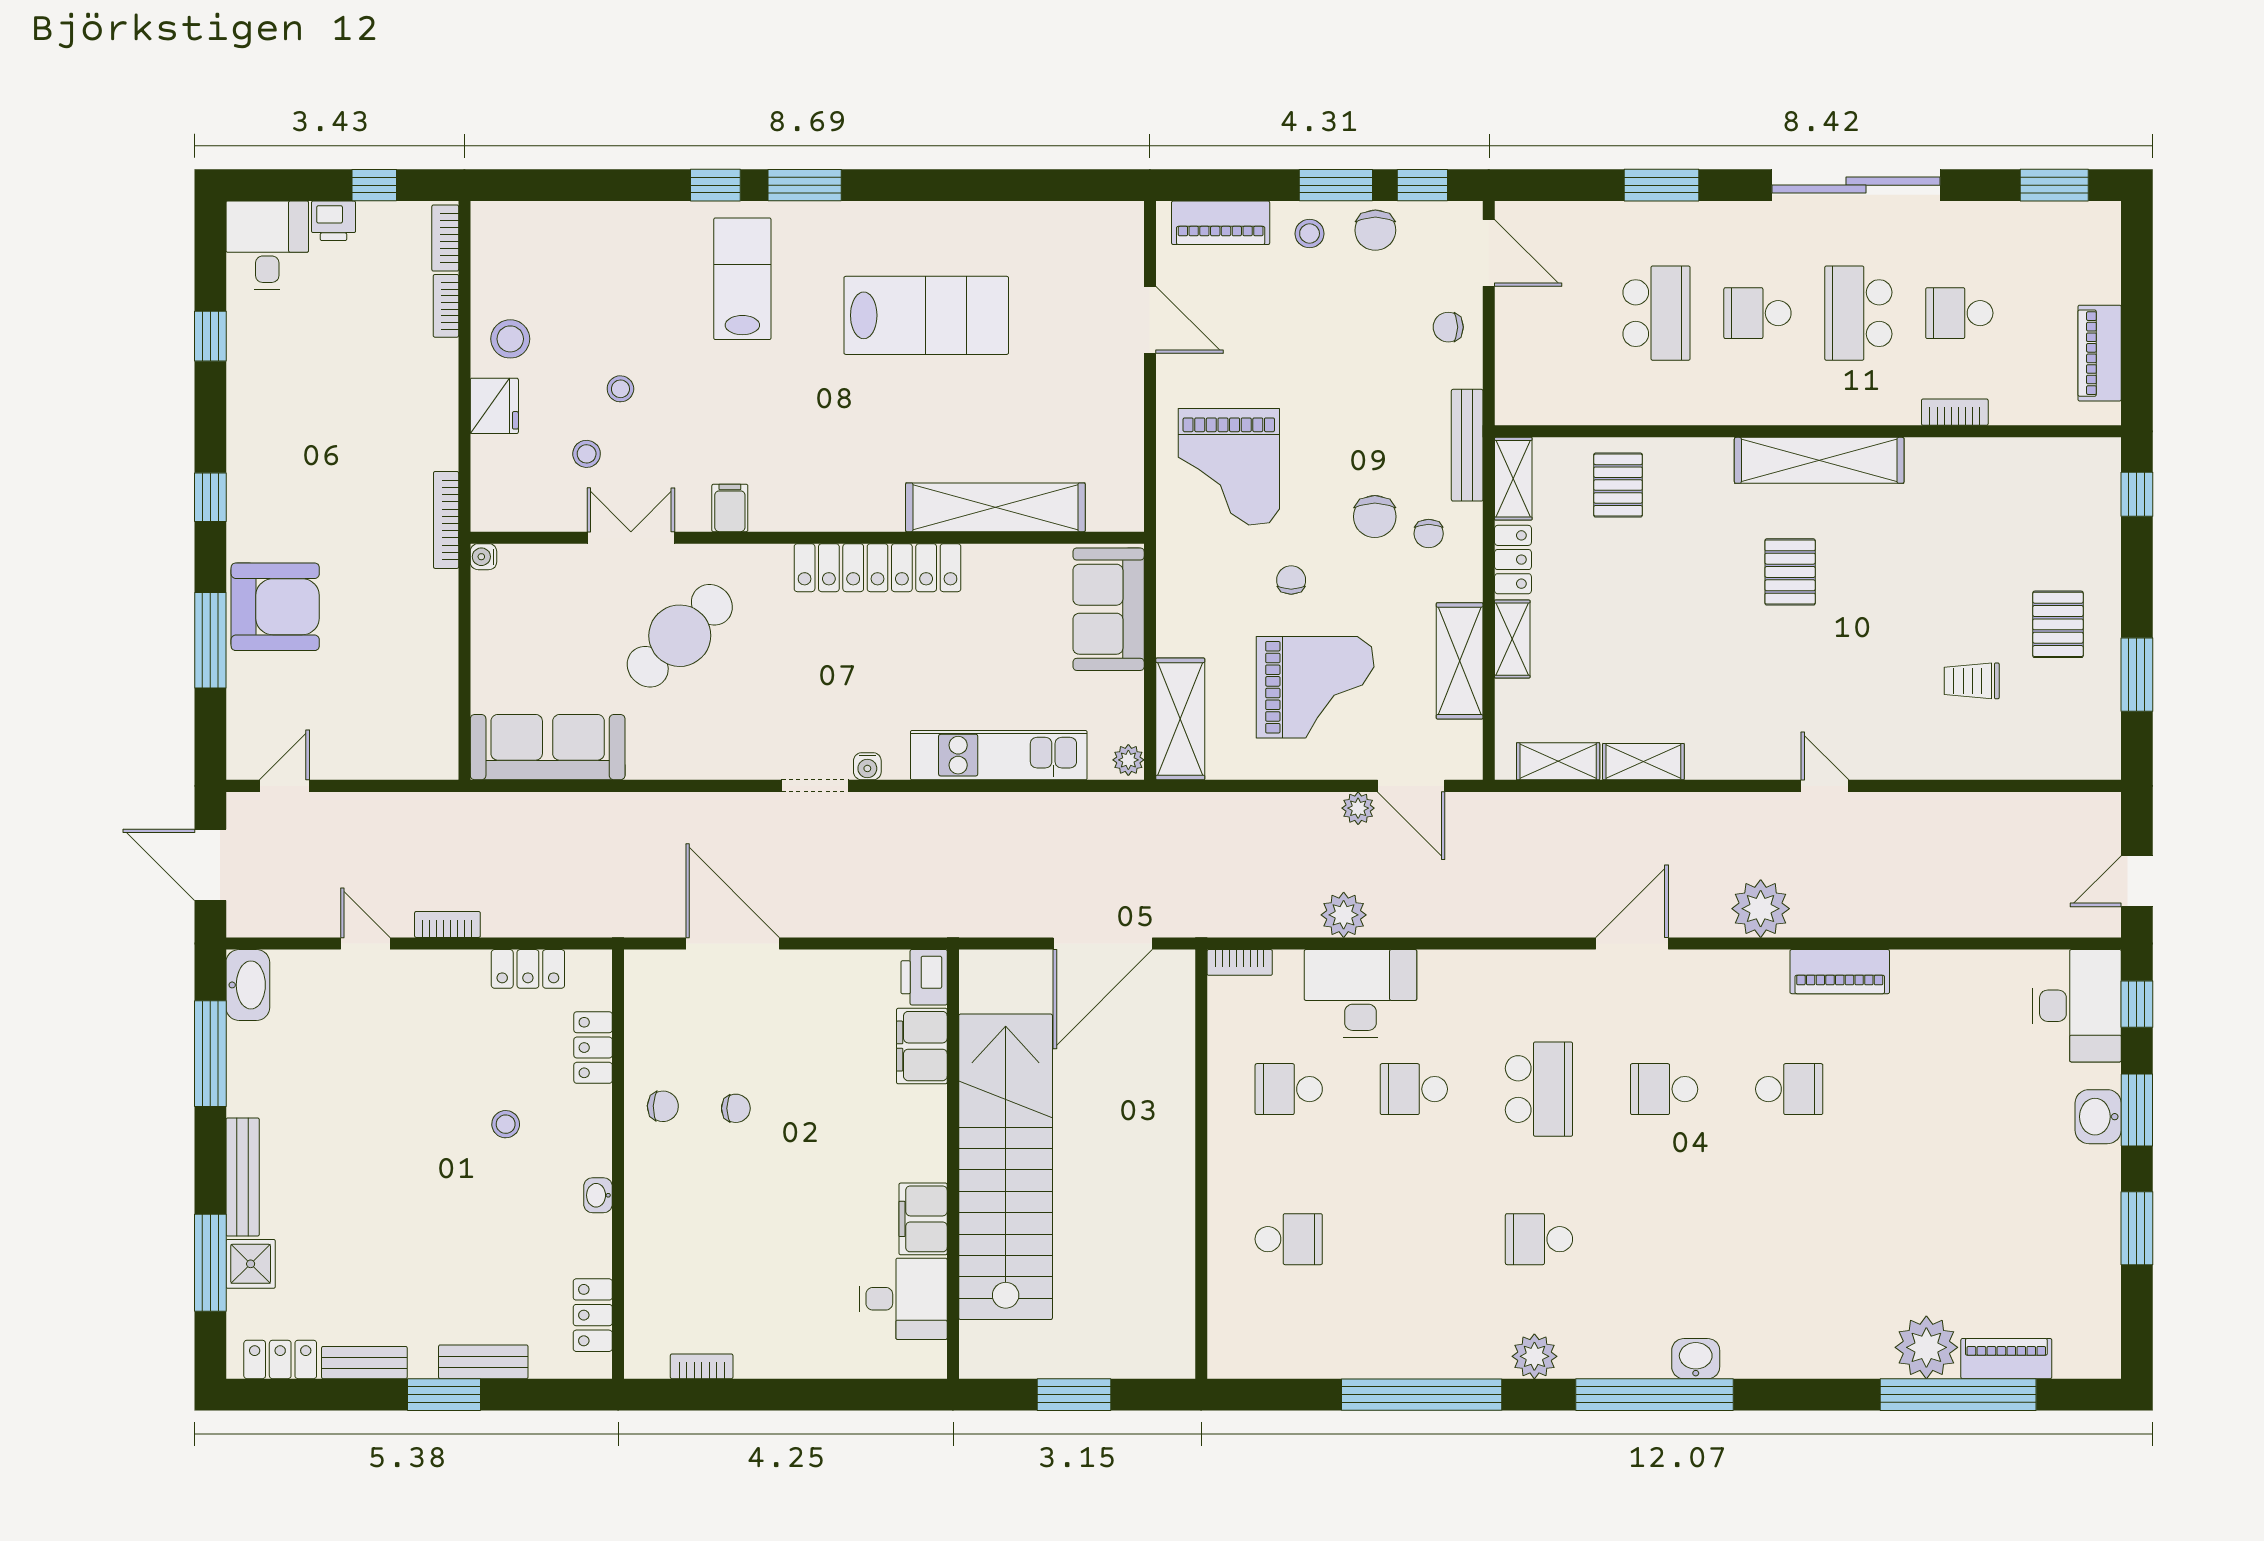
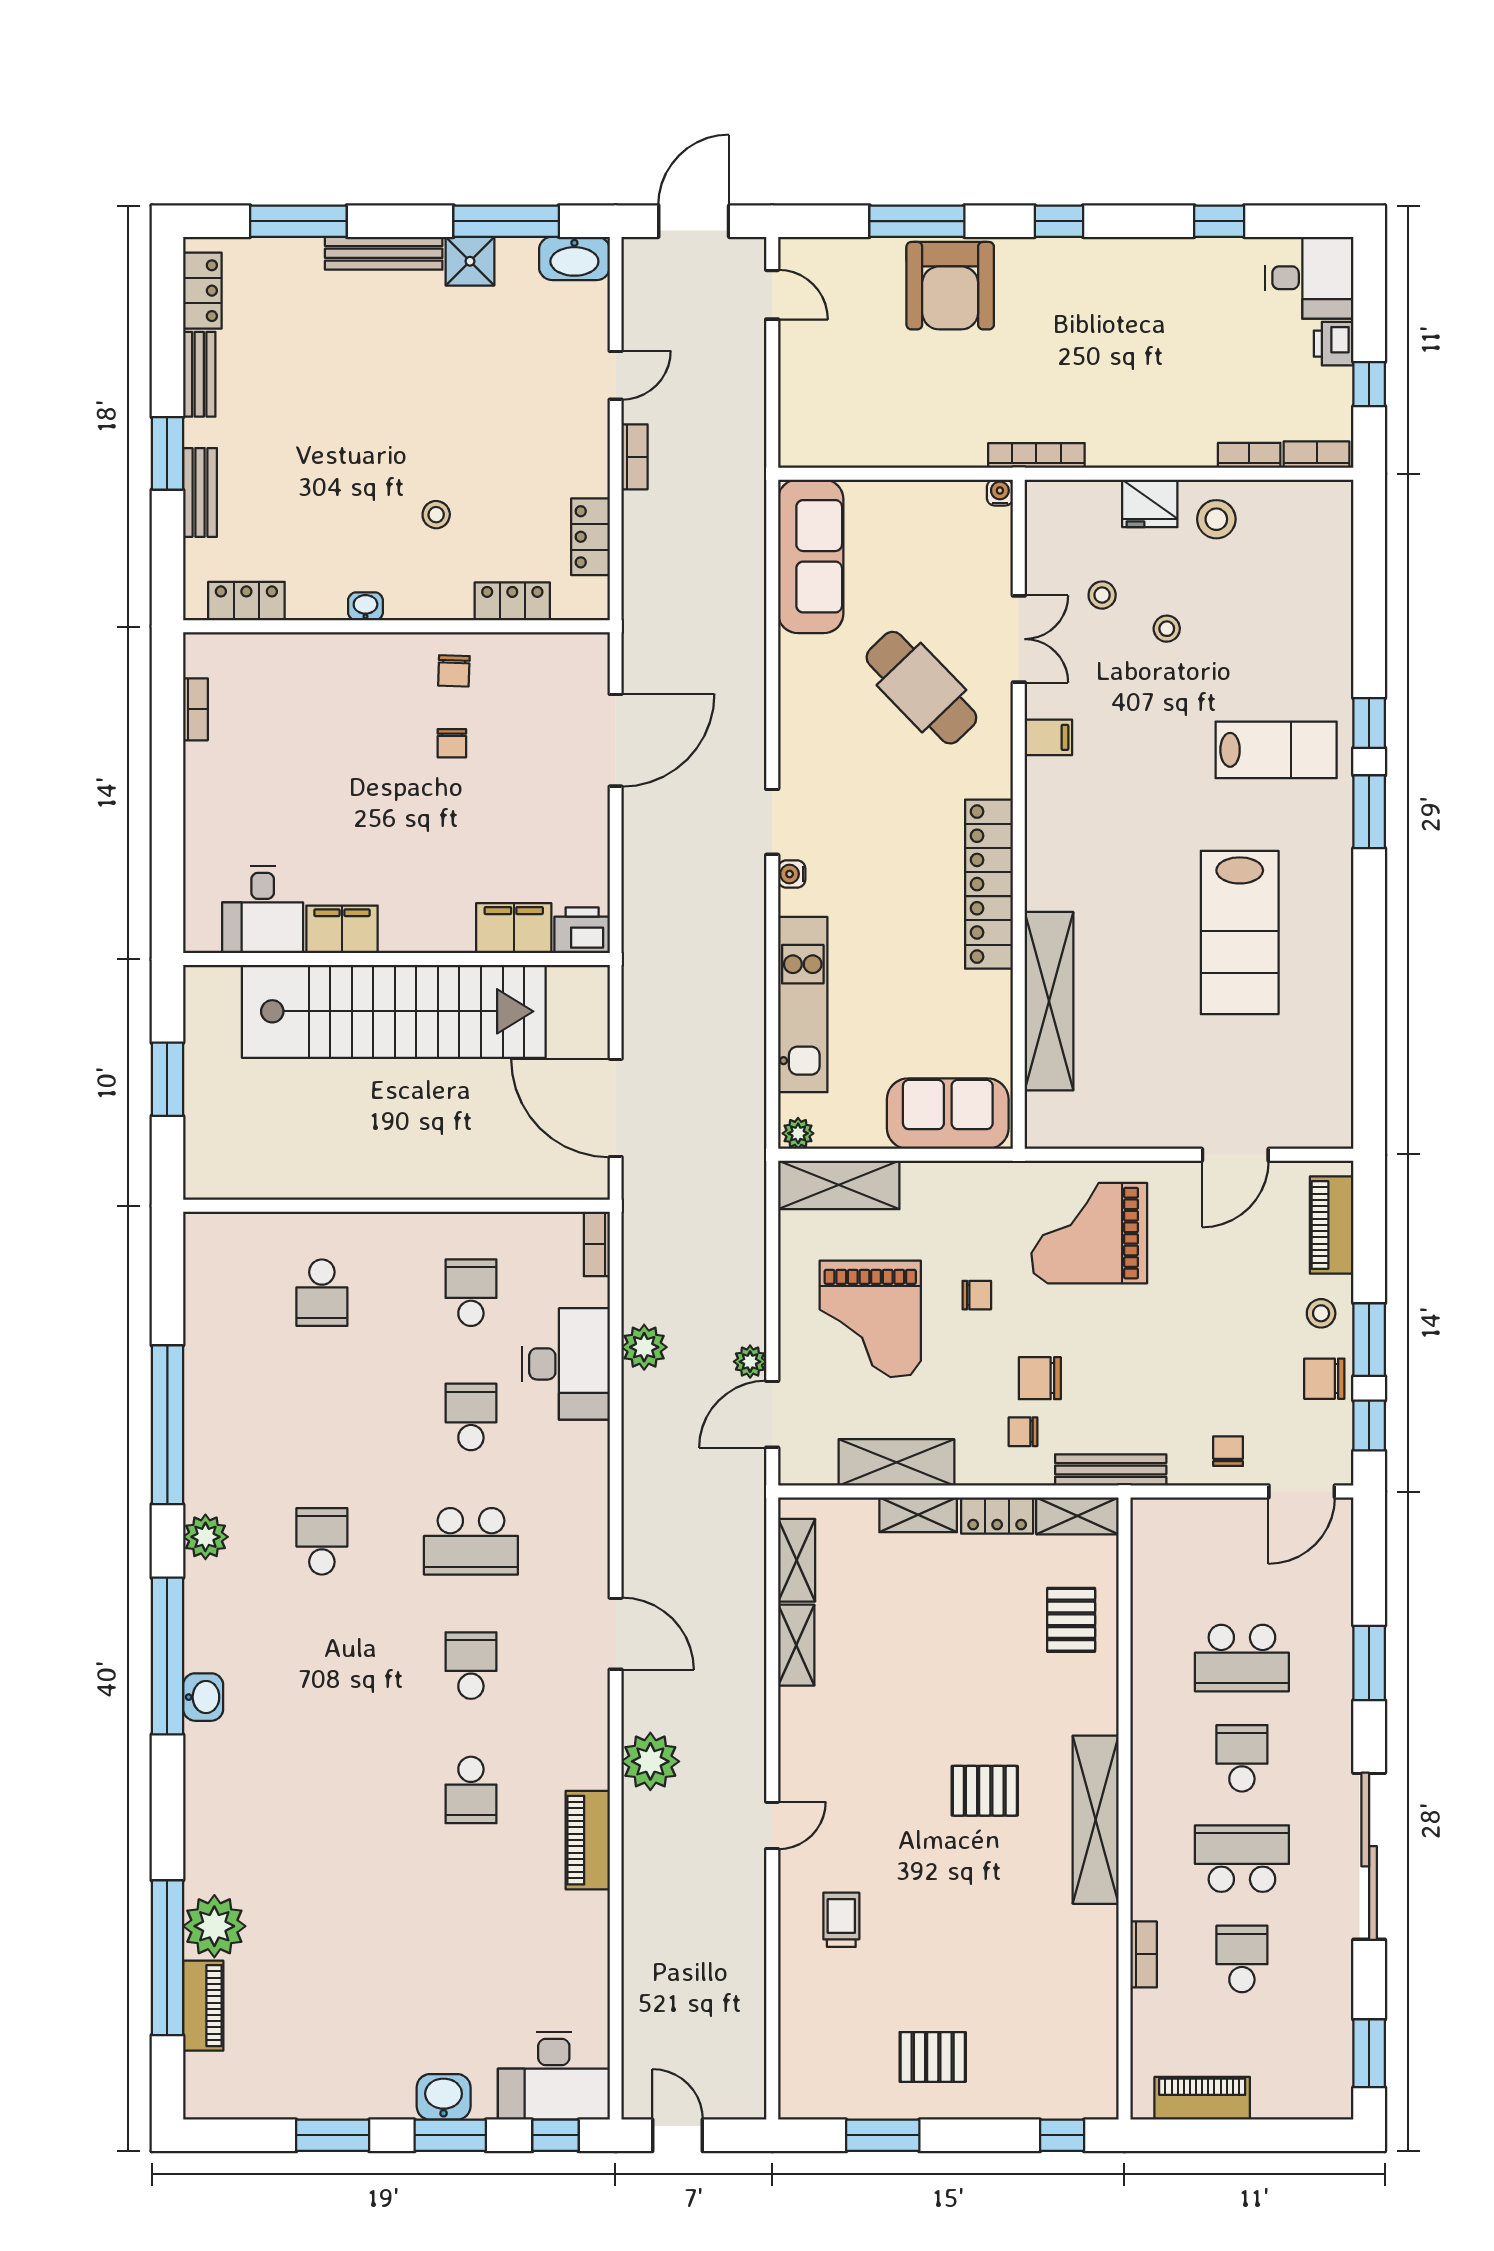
pallet: (1618, 485) -> (1071, 1620), turned 90
trolley: (1972, 681) -> (841, 1920), moved
shower: (251, 1264) -> (470, 261), moved

